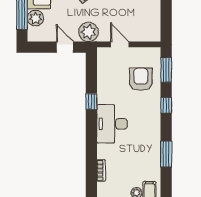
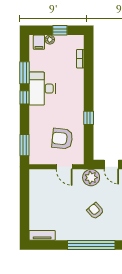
armchair: (141, 79) -> (62, 139), moved, turned 96
window: (166, 105) -> (24, 97), moved
desk: (112, 124) -> (42, 89), moved, turned 180

